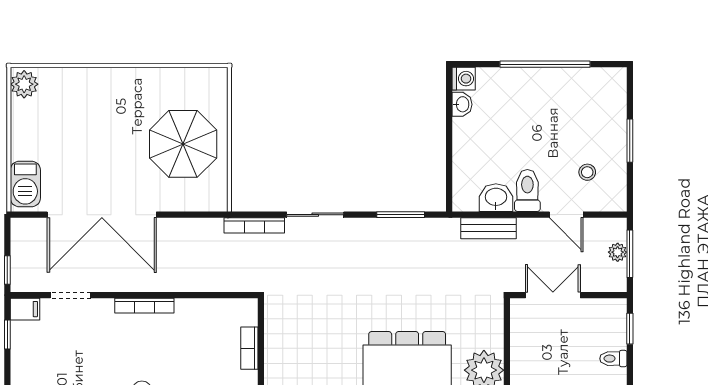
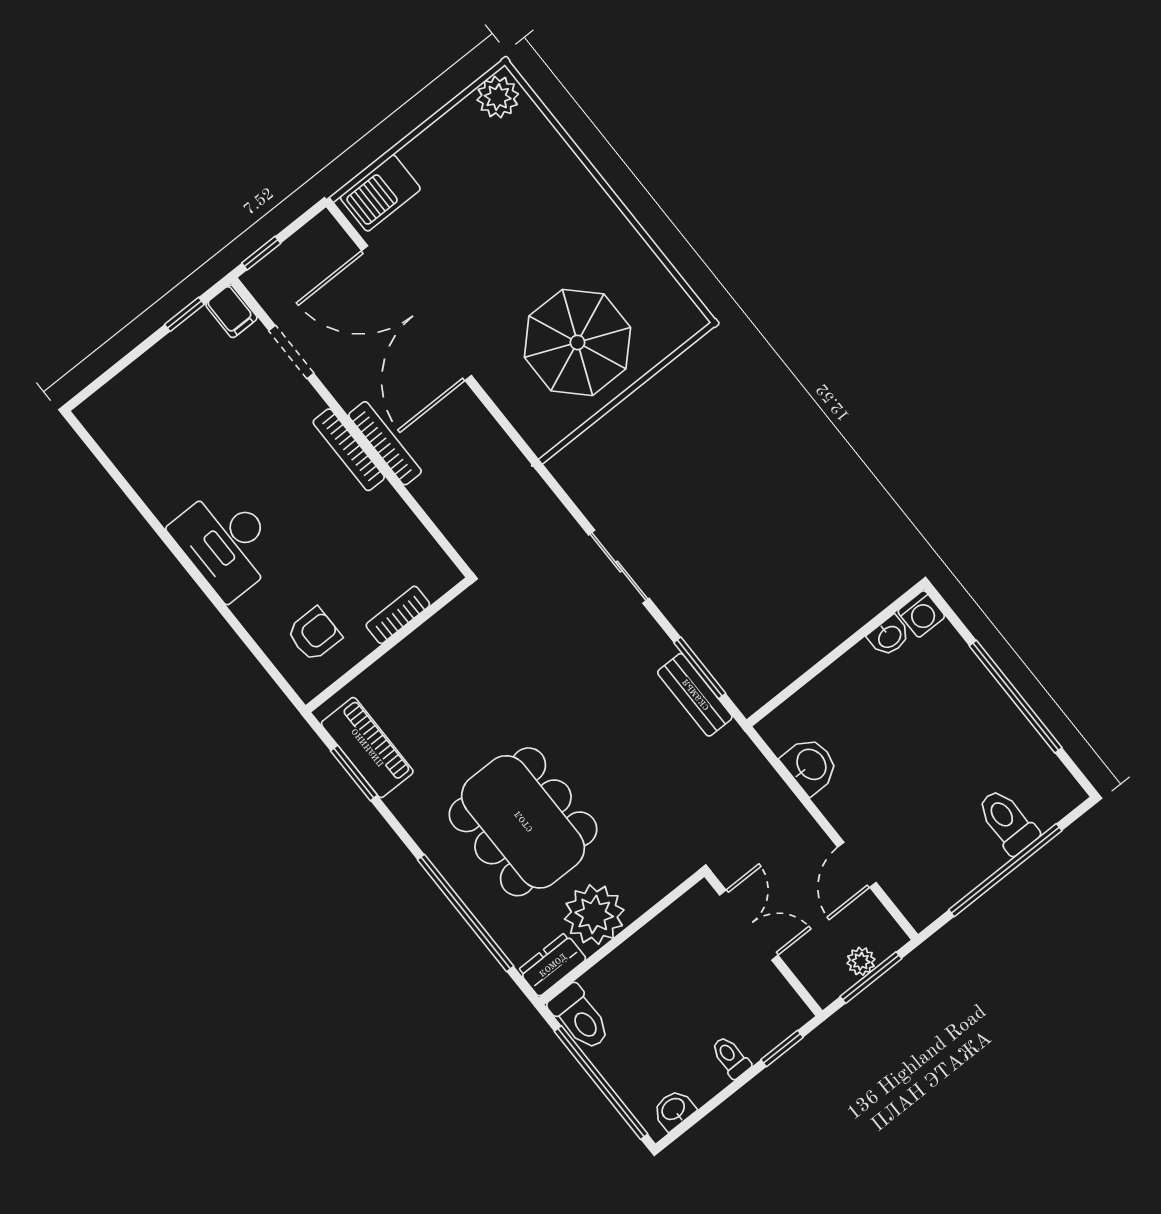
window: (630, 141) -> (1005, 870), width x2.11
stool: (587, 172) -> (927, 849), removed
toilet: (527, 191) -> (1007, 821), moved, turned -90
bookcase: (254, 225) -> (385, 443), moved, turned 180
bench: (488, 228) -> (695, 695), moved

